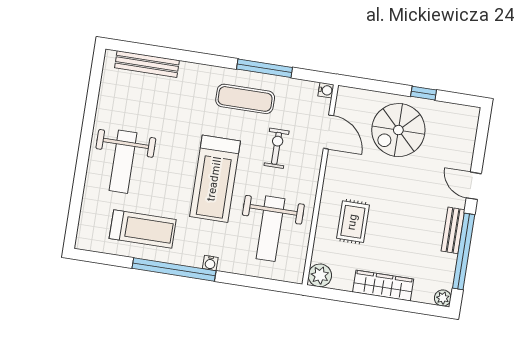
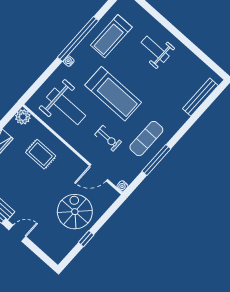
weight bench: (123, 162) -> (155, 49), width x0.73, depth x0.75
treadmill: (215, 179) -> (113, 94), turned 180
weight bench: (270, 229) -> (66, 106), turned 180

